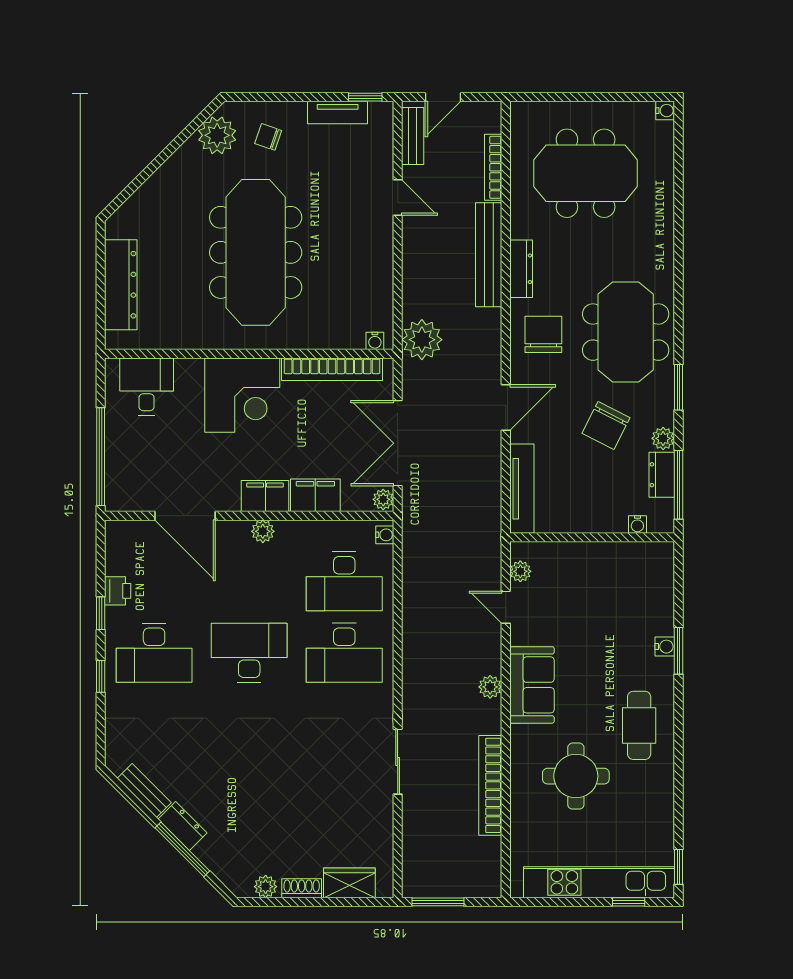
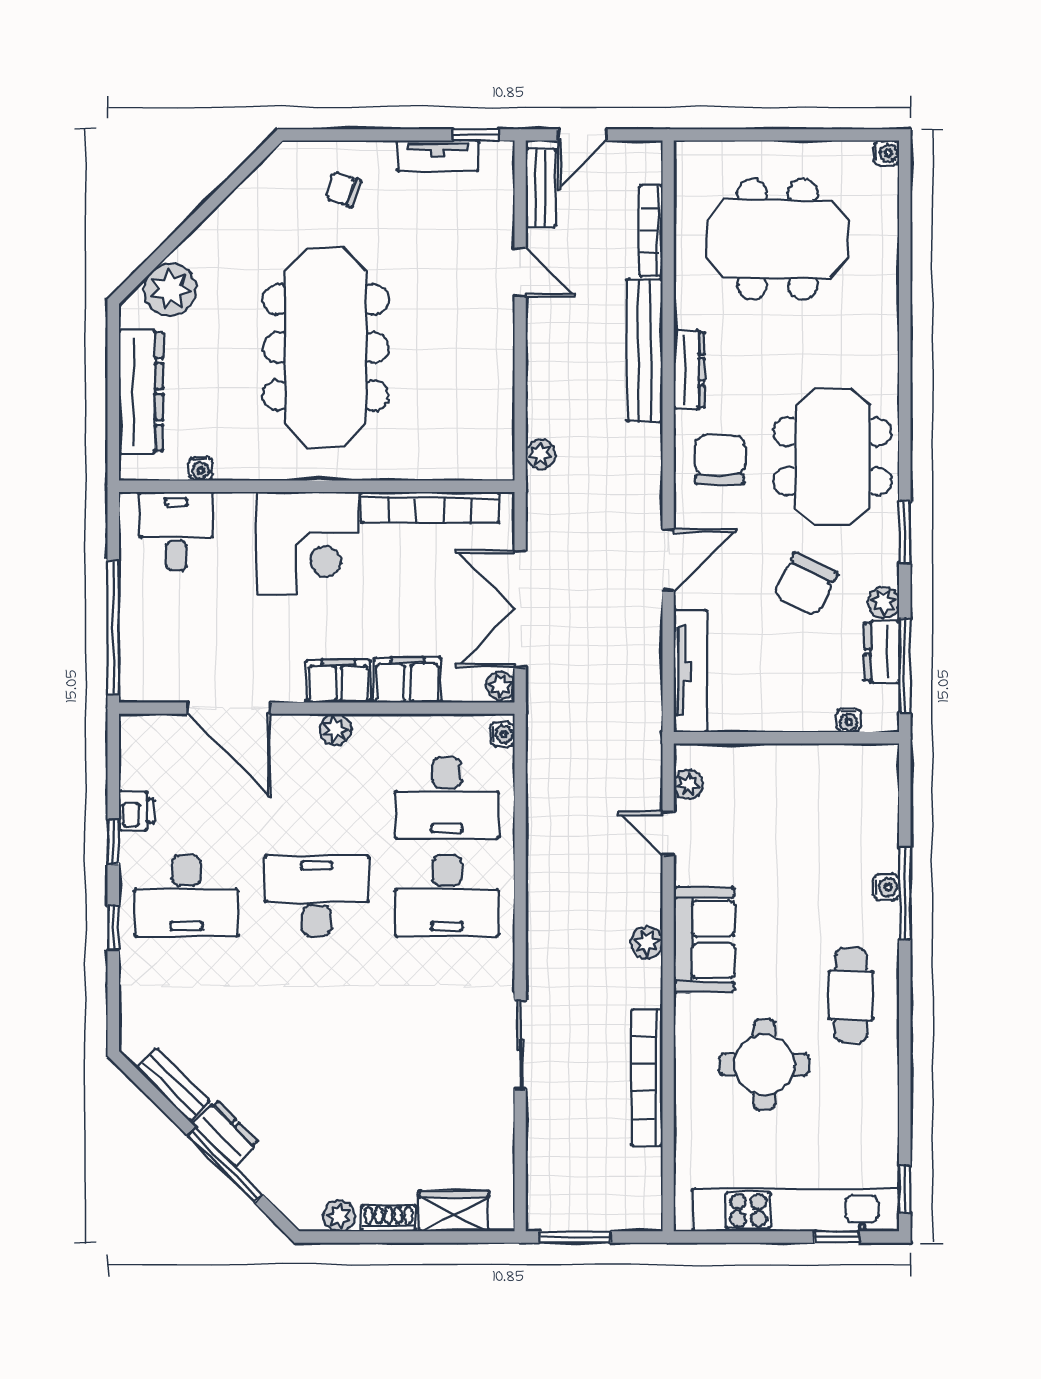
plant: (217, 135) -> (170, 290), moved
plant: (422, 340) -> (540, 454), width x0.53, depth x0.53
water cooler: (375, 341) -> (201, 469), moved
window: (679, 651) -> (905, 893), width x1.44

